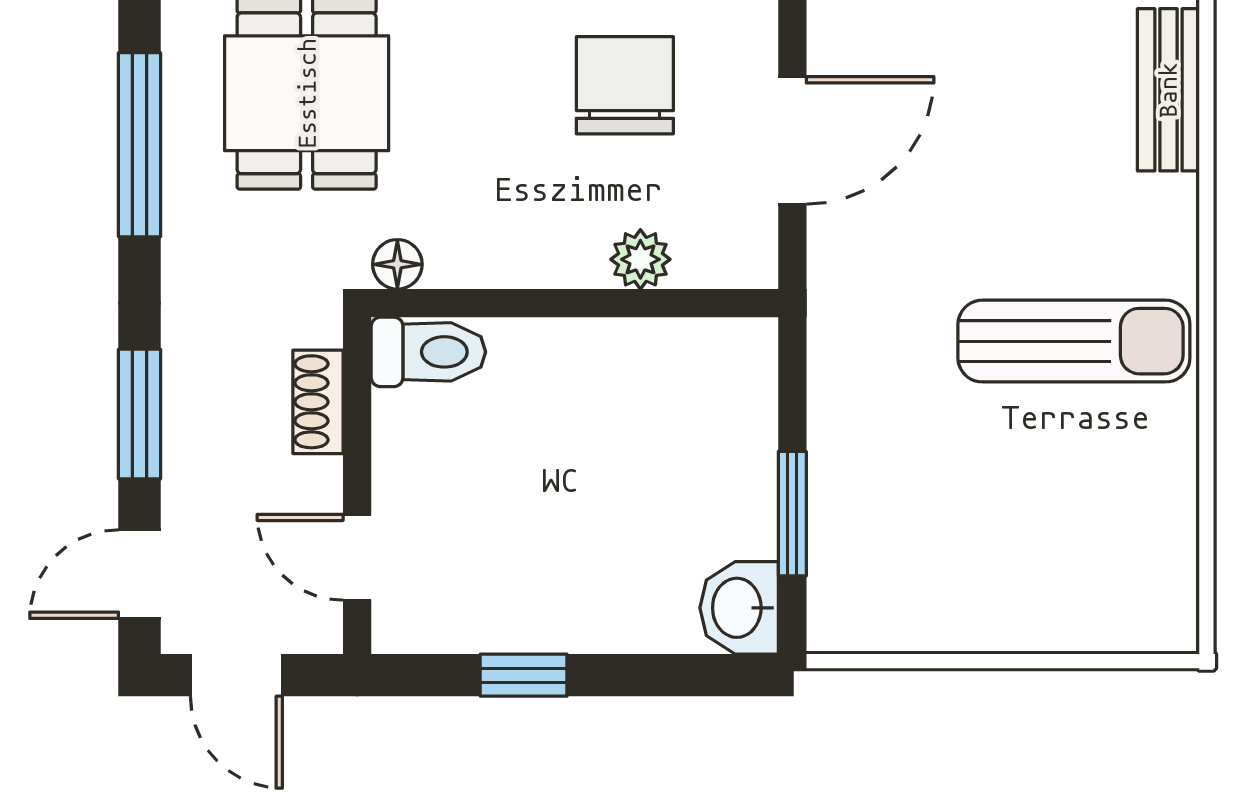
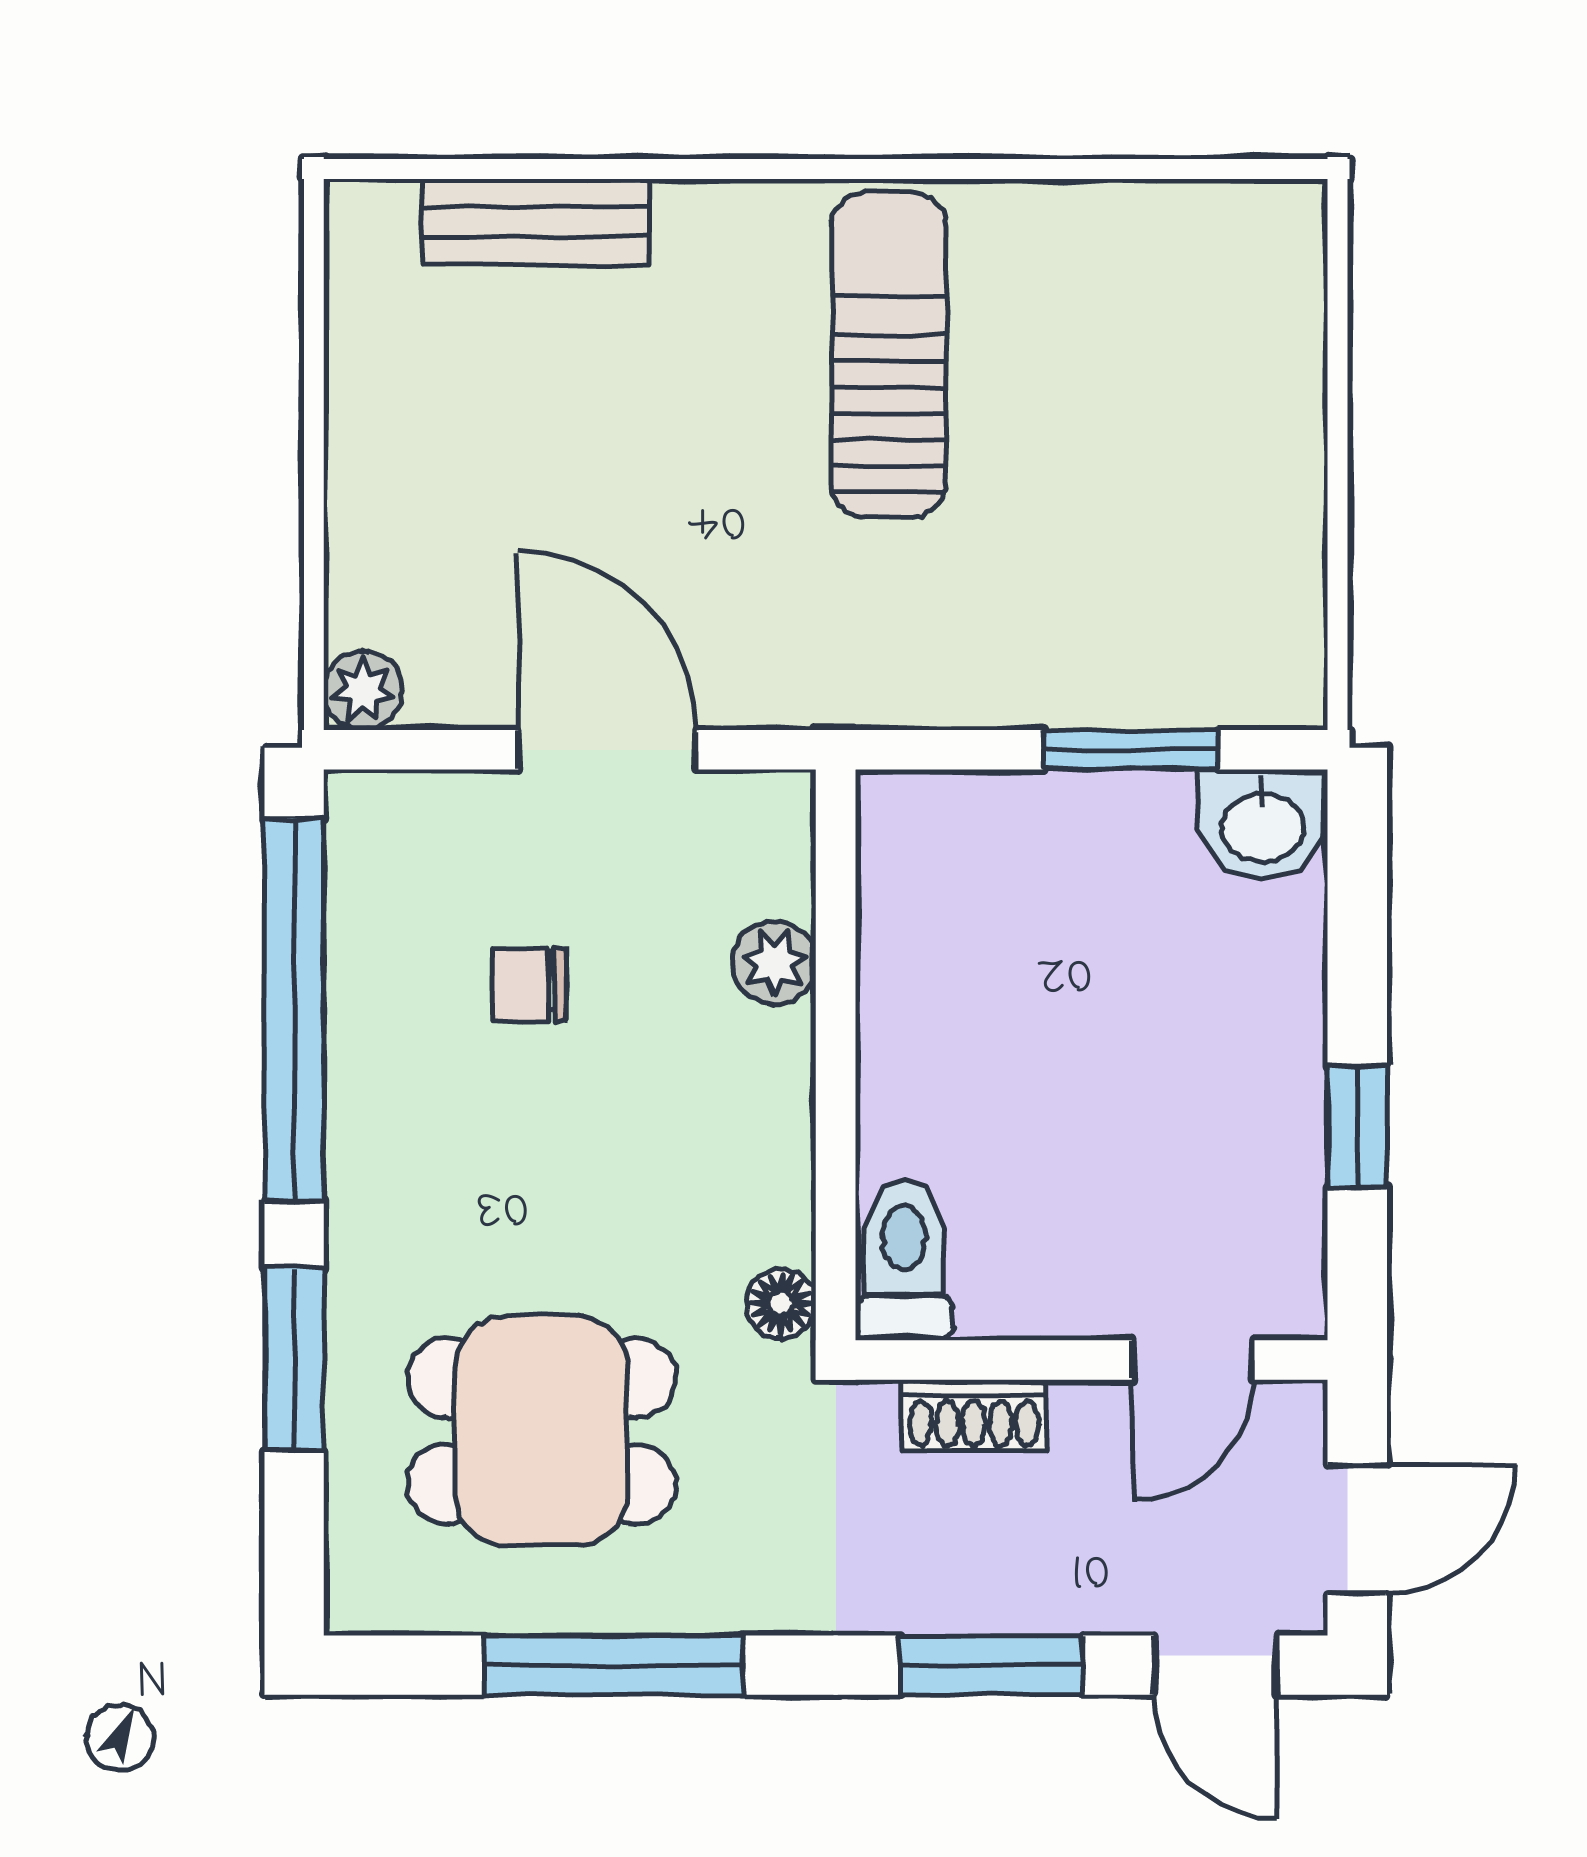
chair: (625, 85) -> (530, 985), width x0.54, depth x0.54

